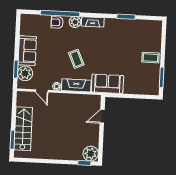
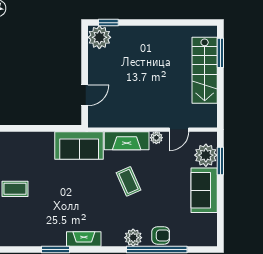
fireplace: (93, 22) -> (84, 239), moved
door: (42, 91) -> (179, 130), swing flipped

